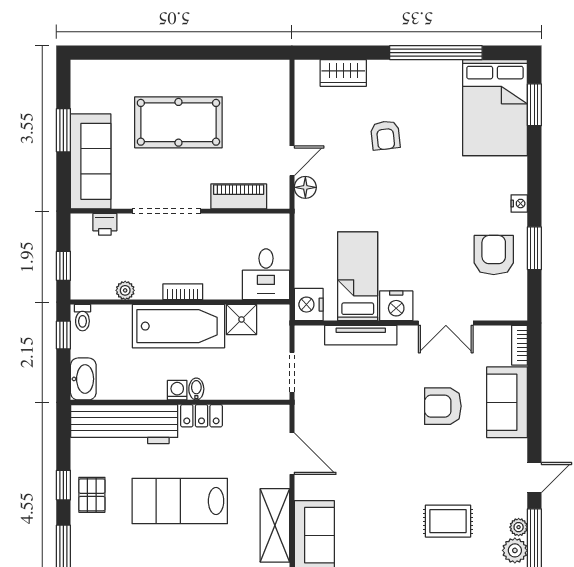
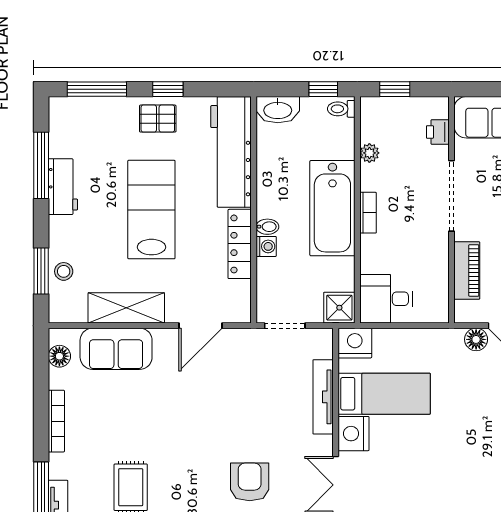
shower: (241, 319) -> (339, 308), moved
washing machine: (177, 390) -> (266, 246), moved
locker: (201, 416) -> (240, 244), width x1.53

